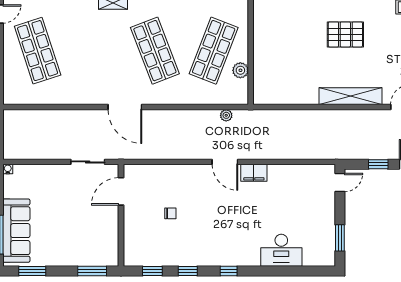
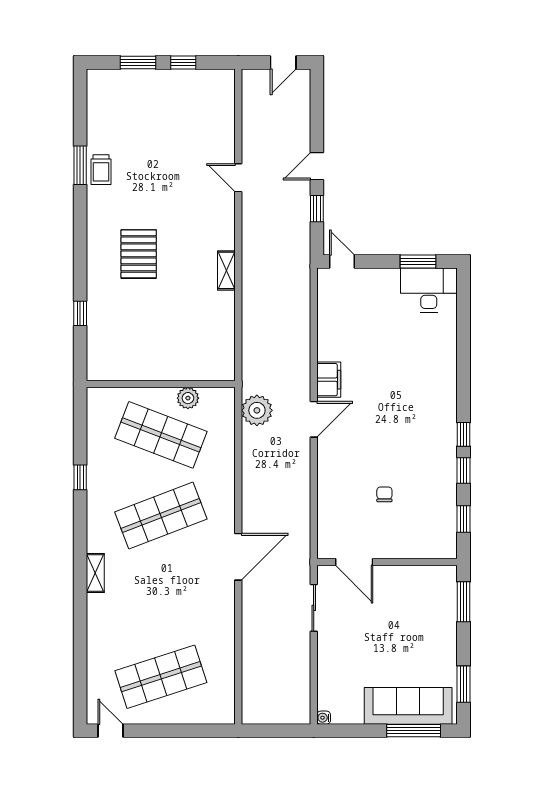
shelving: (351, 96) -> (226, 270), width x0.45, depth x0.75
plant: (226, 115) -> (257, 410), width x1.88, depth x1.88
desk: (281, 250) -> (429, 290), moved, turned -90
window: (229, 271) -> (464, 434), moved

